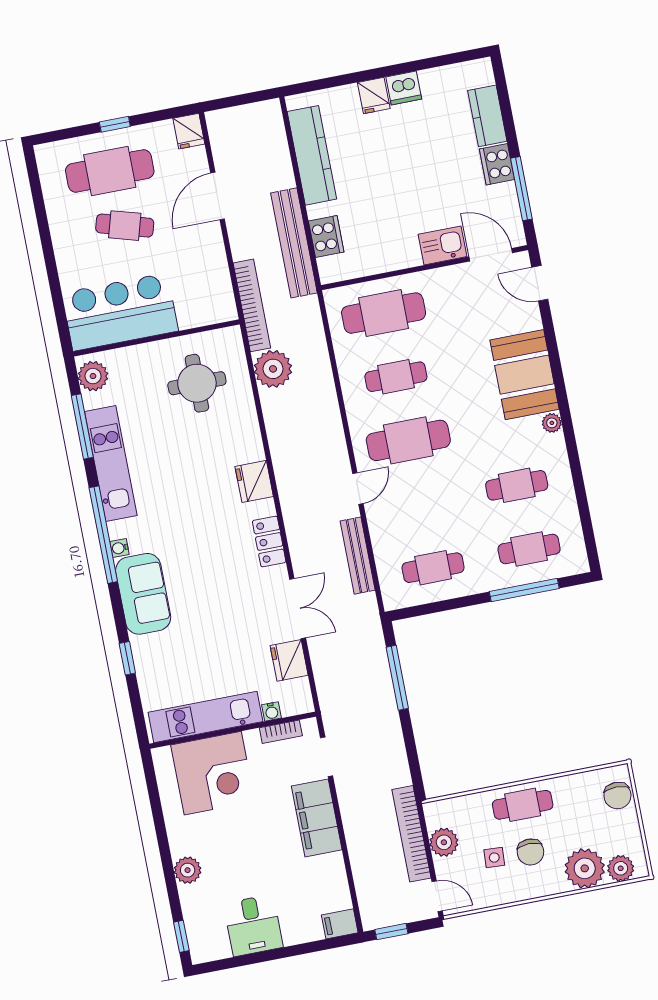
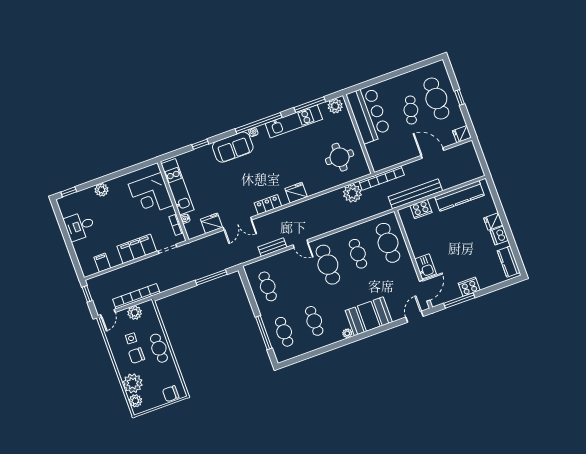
kitchen counter: (487, 116) -> (509, 262), moved, turned -90
bench: (358, 556) -> (272, 247), width x0.73
filing cabinet: (340, 924) -> (102, 263), moved

